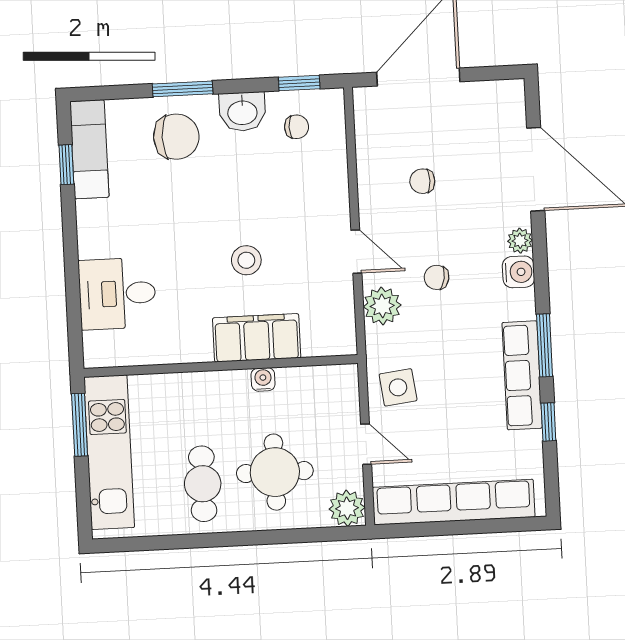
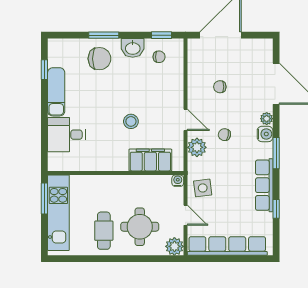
exam couch: (89, 149) -> (56, 92), moved
filing cabinet: (257, 338) -> (150, 160), moved
window: (545, 345) -> (276, 153), moved
water cooler: (263, 379) -> (178, 181), moved

